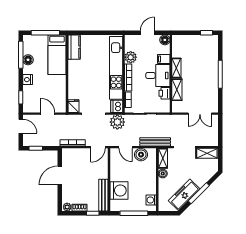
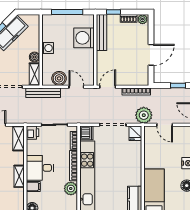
shelving: (177, 90) -> (19, 138), moved
printer: (164, 93) -> (33, 133), moved
plant: (117, 122) -> (144, 115), moved
washing machine: (151, 200) -> (48, 48), moved

